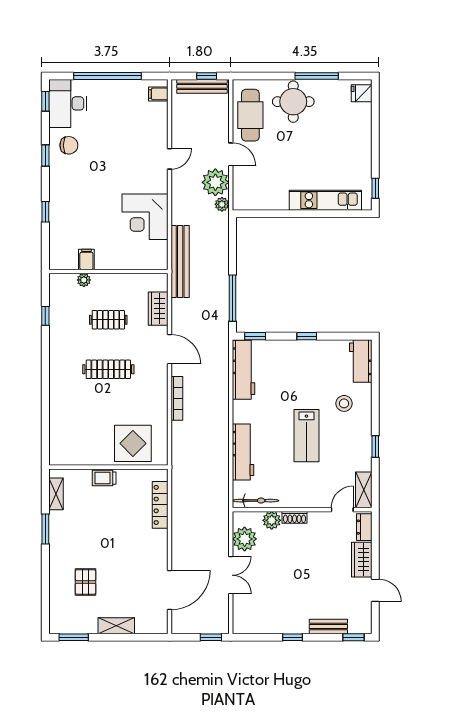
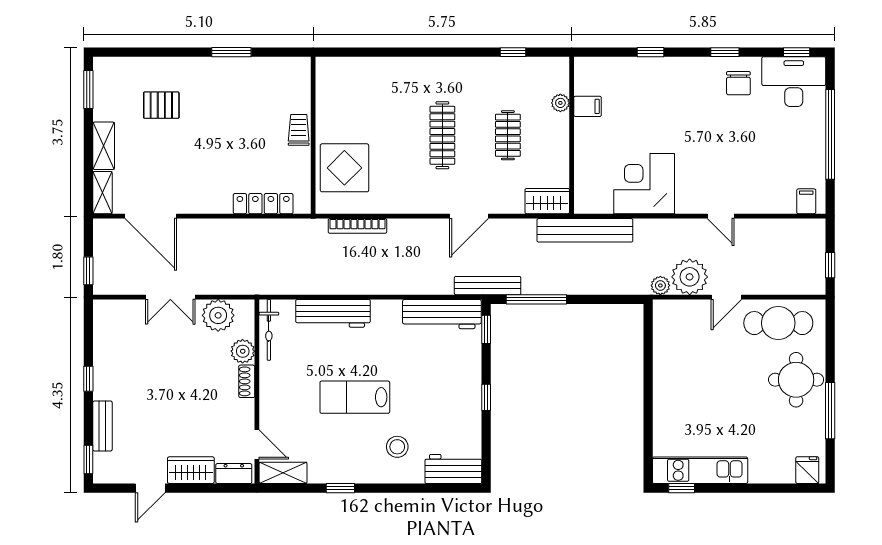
bench: (202, 86) -> (488, 286), moved, turned 90
kitchen unit: (325, 200) -> (700, 470), moved, turned -90
wardrobe: (158, 309) -> (547, 201), moved
bookcase: (177, 398) -> (357, 226), moved
shelving: (56, 494) -> (102, 193), moved, turned 90

